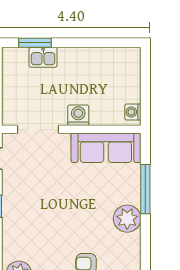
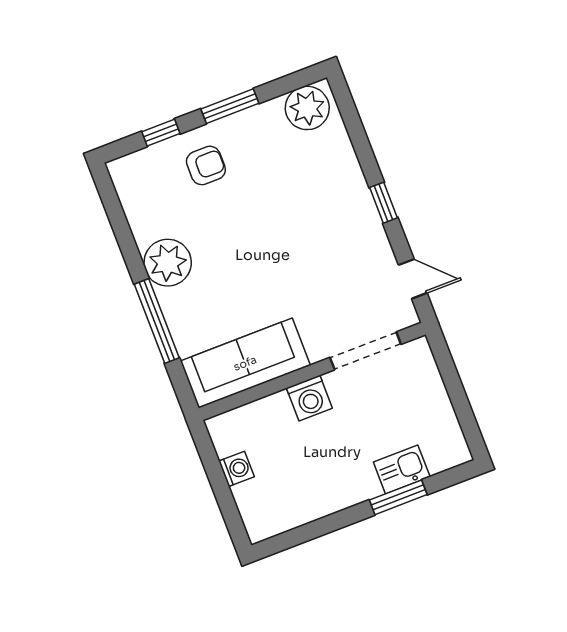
window: (35, 43) -> (398, 497), moved
washing machine: (133, 112) -> (236, 469), moved

